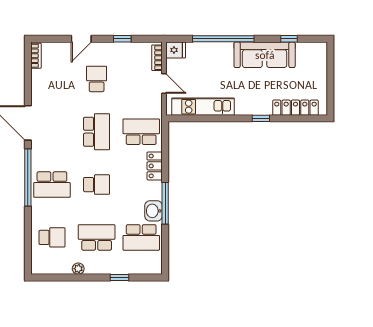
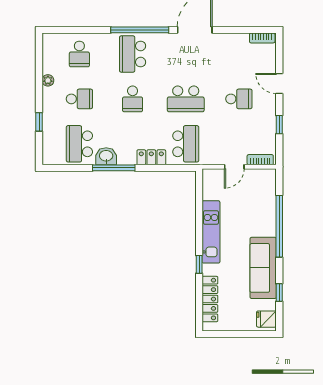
fridge: (176, 50) -> (266, 319), moved, turned 90
kitchen unit: (203, 107) -> (211, 232), moved
school desk: (97, 237) -> (79, 99), width x0.54

